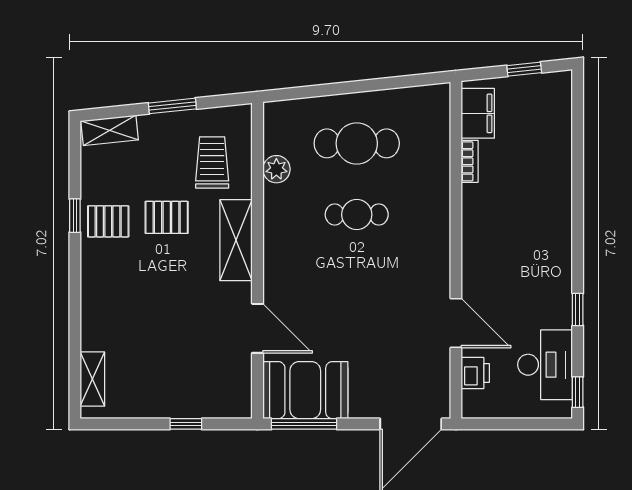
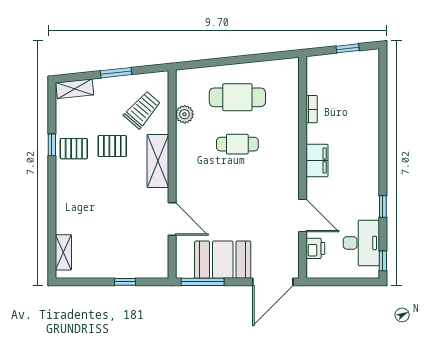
filing cabinet: (478, 113) -> (317, 161), moved
trolley: (212, 162) -> (142, 110), turned 41
booth: (305, 390) -> (223, 260), moved

